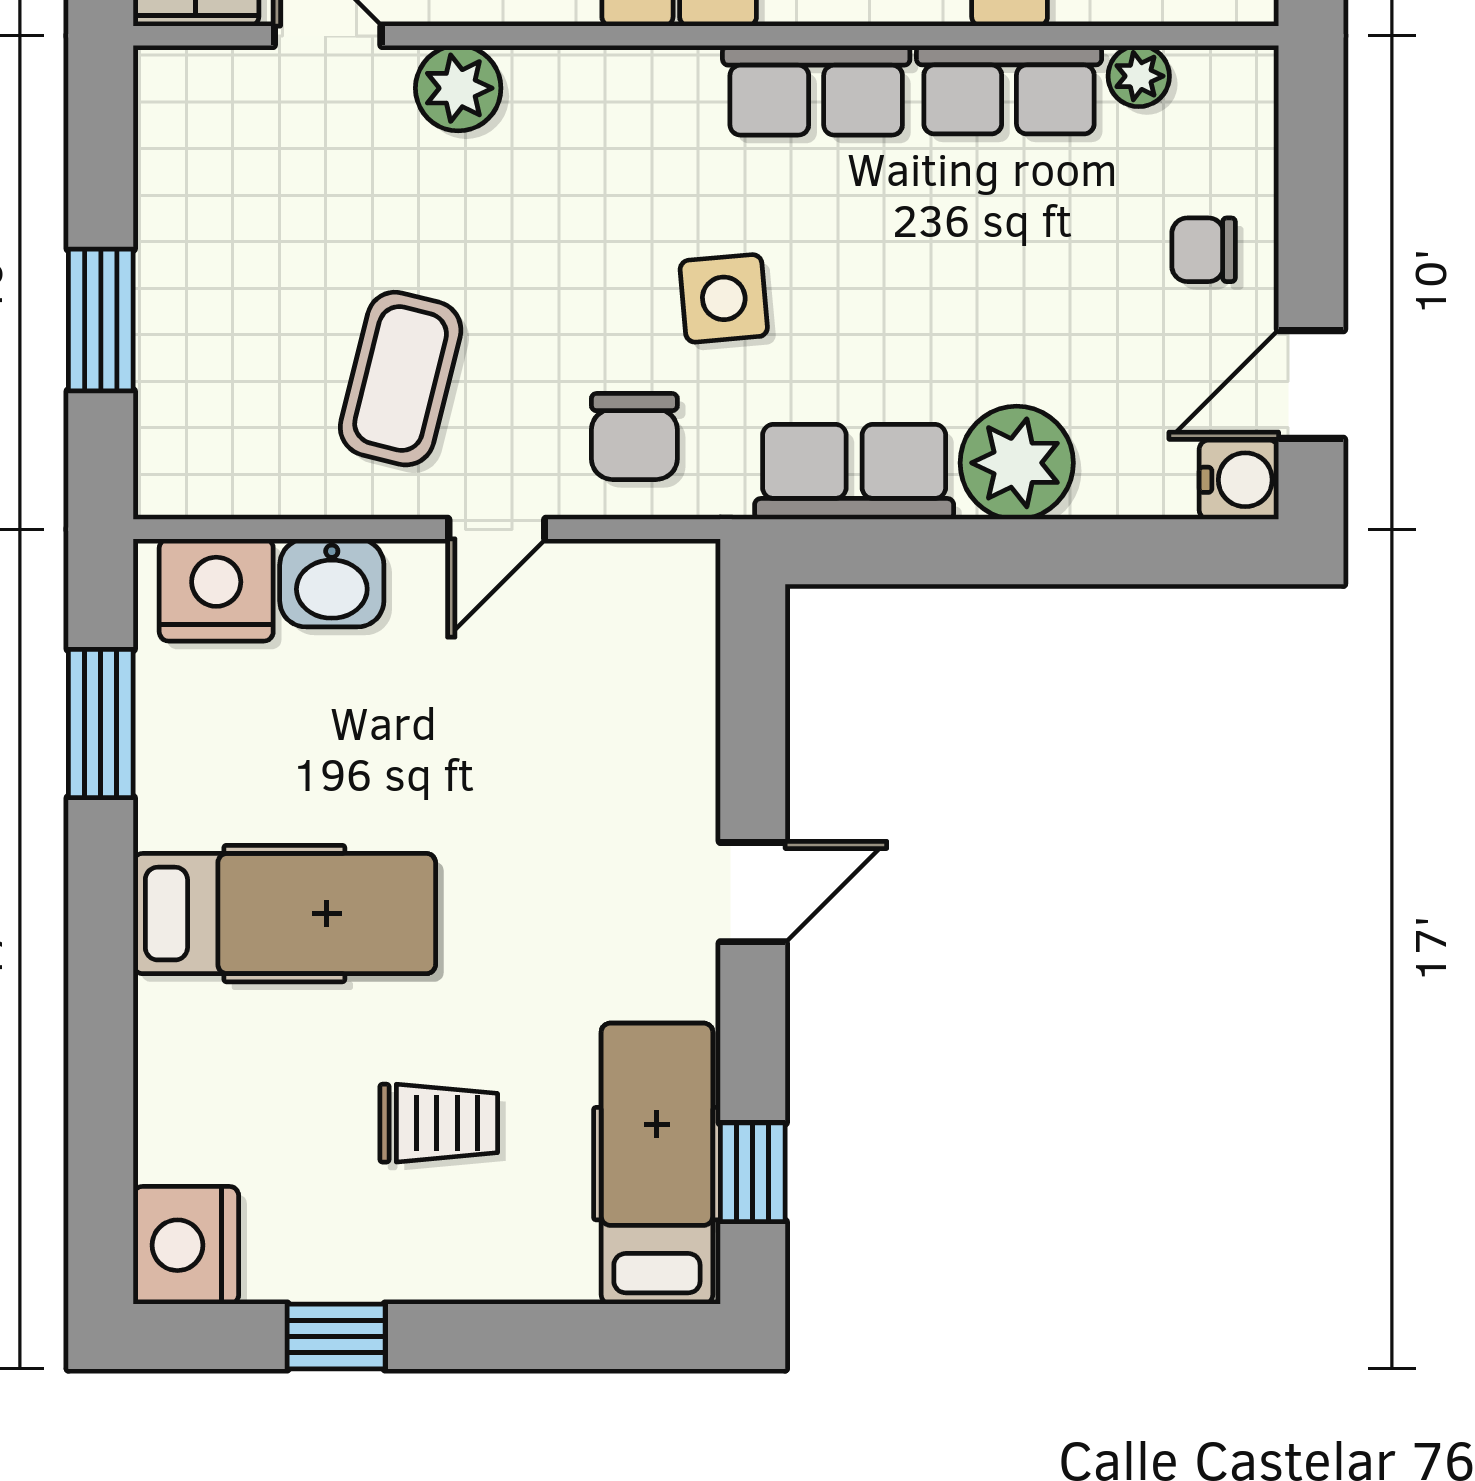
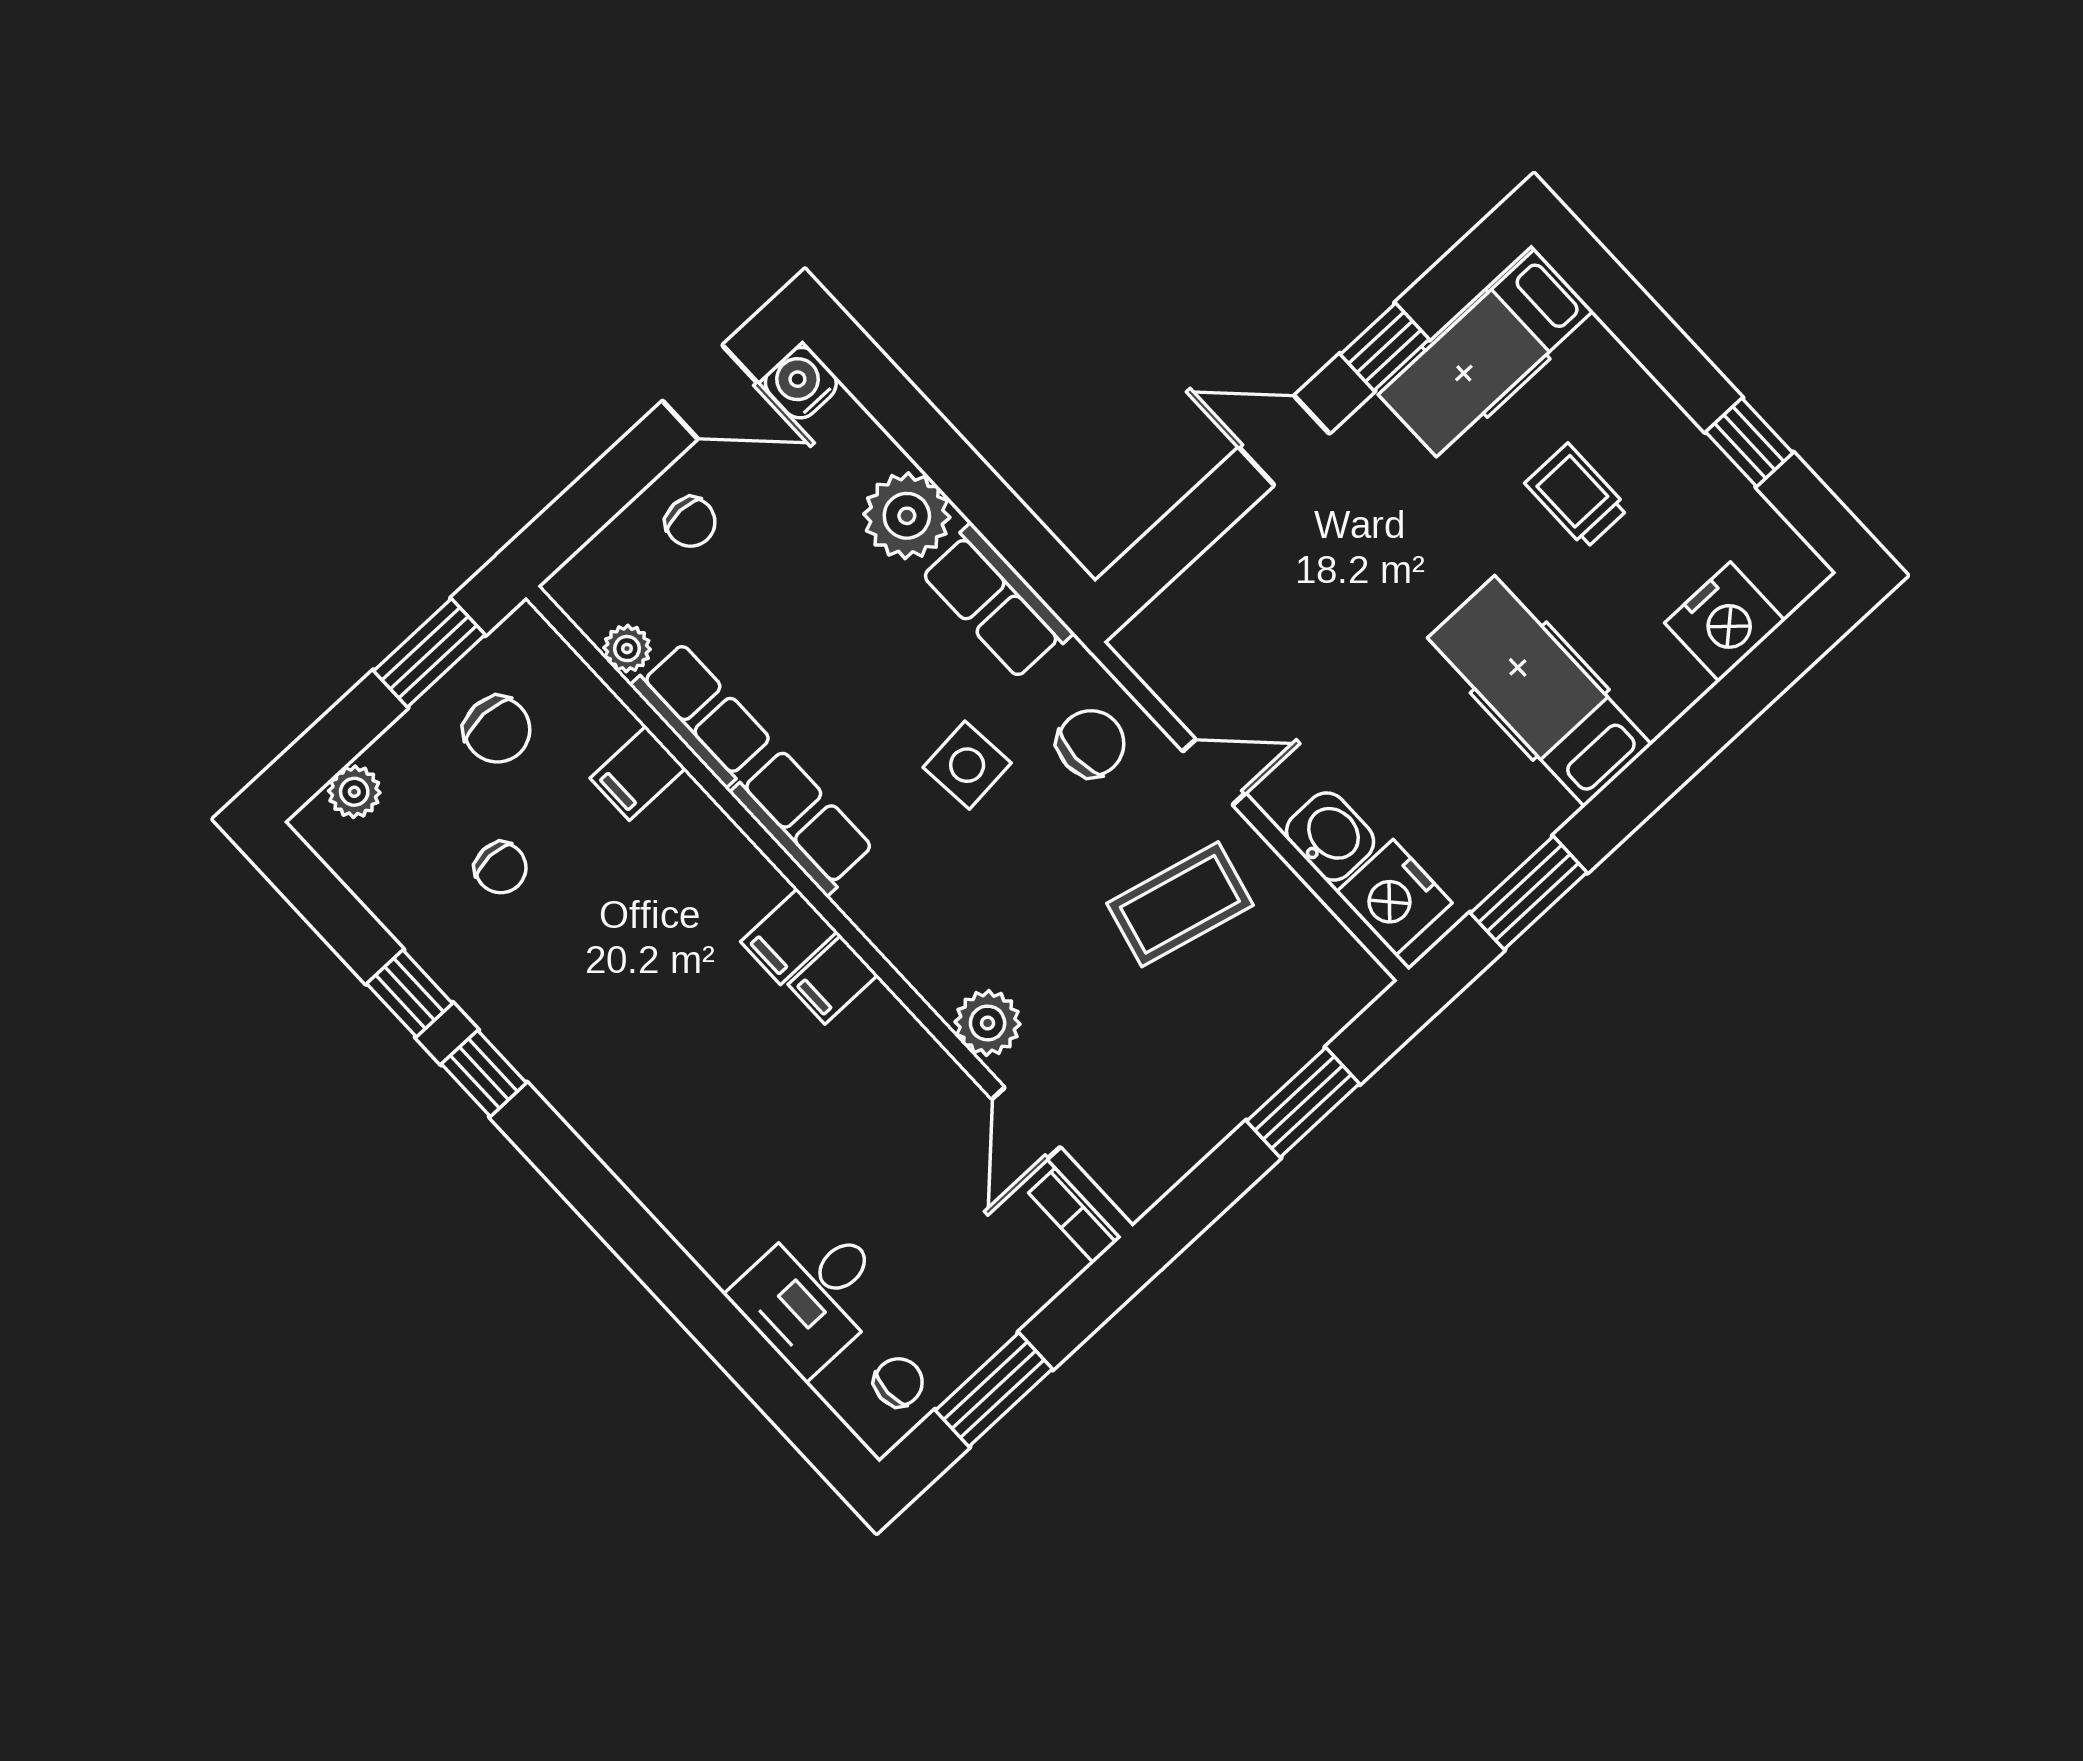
window: (753, 1172) -> (1385, 347), moved
nightstand: (186, 1245) -> (1725, 622), moved

